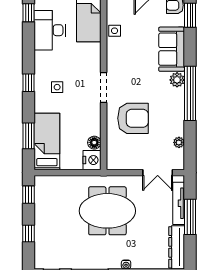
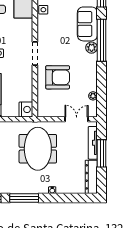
window: (190, 93) -> (102, 40), moved
floor lamp: (94, 143) -> (28, 96), removed
double door: (158, 173) -> (77, 119), swing flipped
meeting table: (107, 211) -> (38, 149), turned 90

